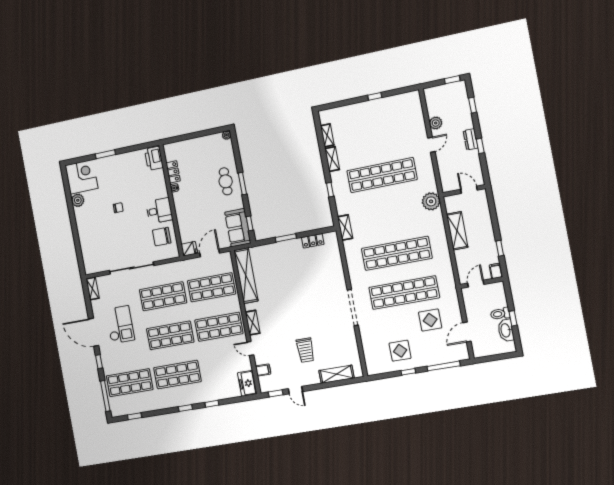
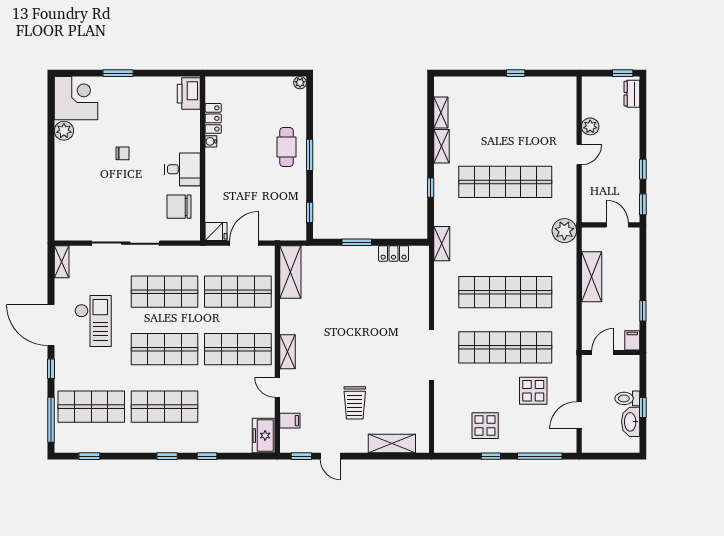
window: (473, 105) -> (643, 204), moved
dresser: (471, 139) -> (632, 94), moved
sofa: (238, 228) -> (292, 215), removed
shelving: (246, 276) -> (290, 272), width x0.68

